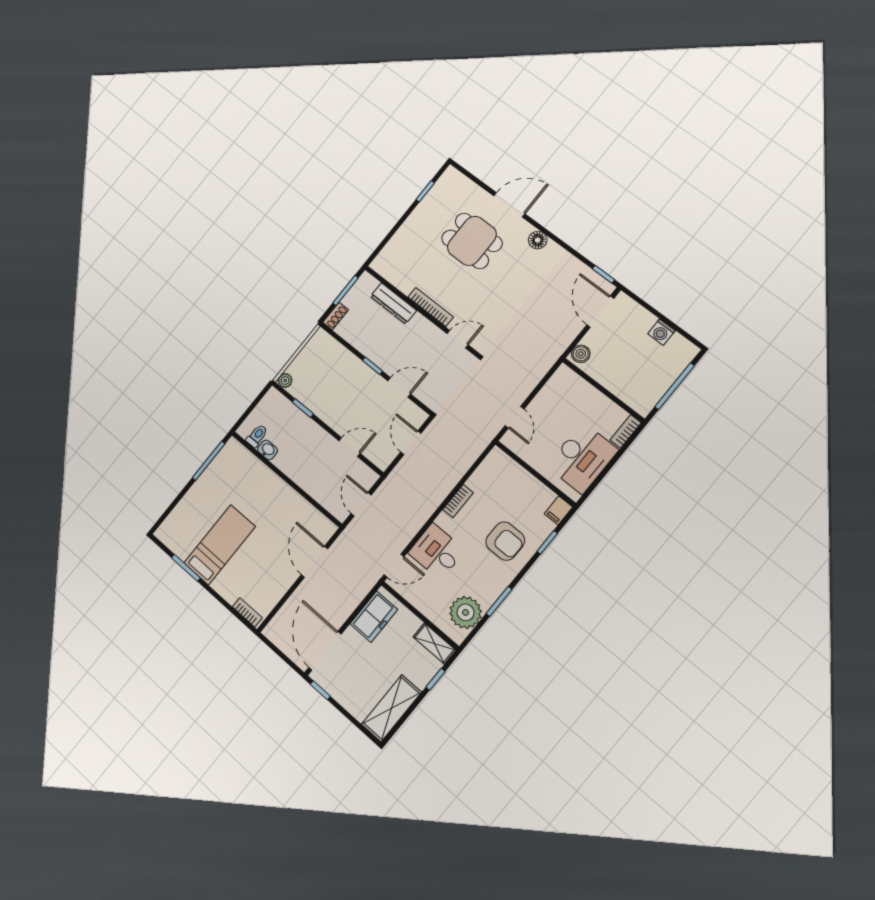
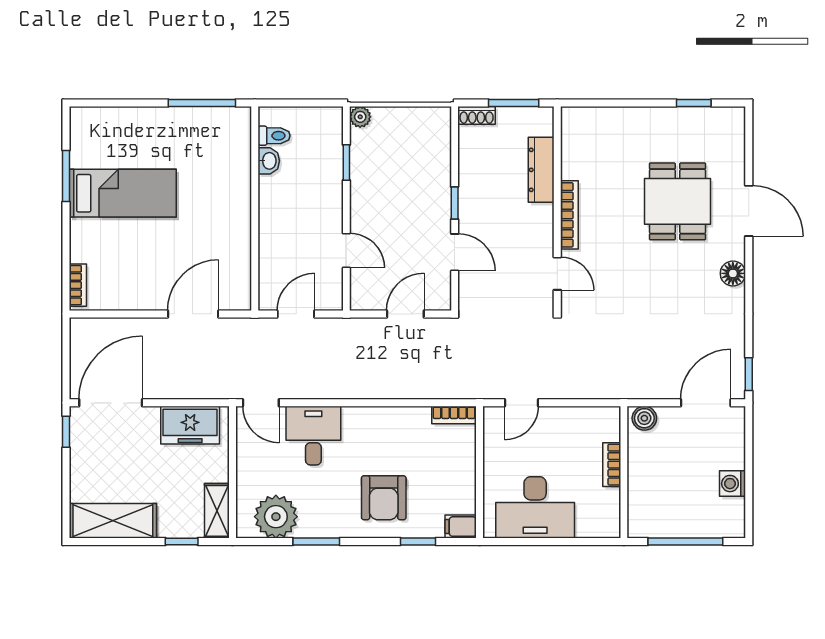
bookcase: (626, 431) -> (612, 465), moved, turned -90
bookcase: (458, 501) -> (454, 415), moved

